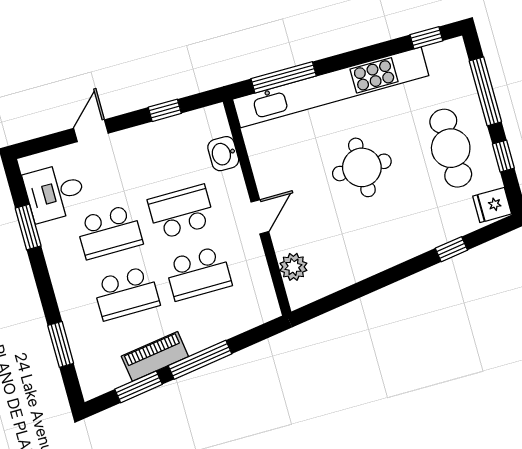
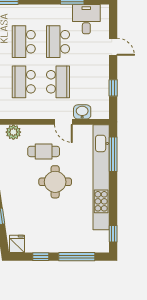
cafe table: (451, 148) -> (44, 151), moved, width x0.73, depth x0.74
door: (260, 217) -> (63, 122), moved

